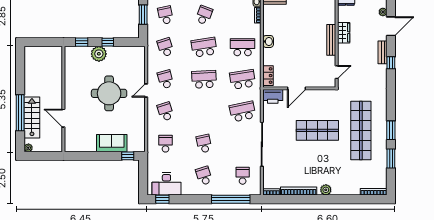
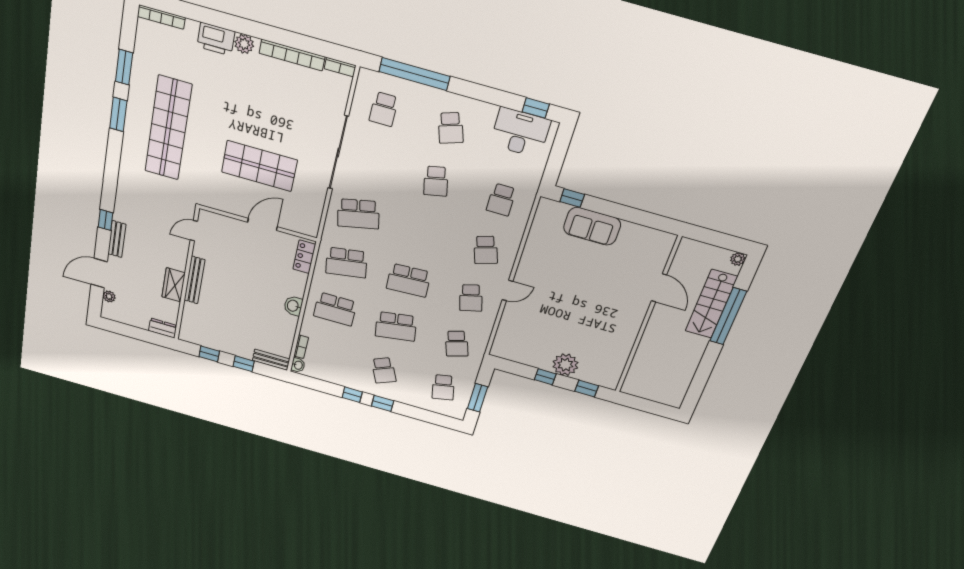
school desk: (204, 15) -> (384, 370), turned -45
round table: (109, 93) -> (569, 304), removed
printer: (273, 96) -> (216, 39), moved, turned 180
shop shelf: (317, 130) -> (259, 166), moved

